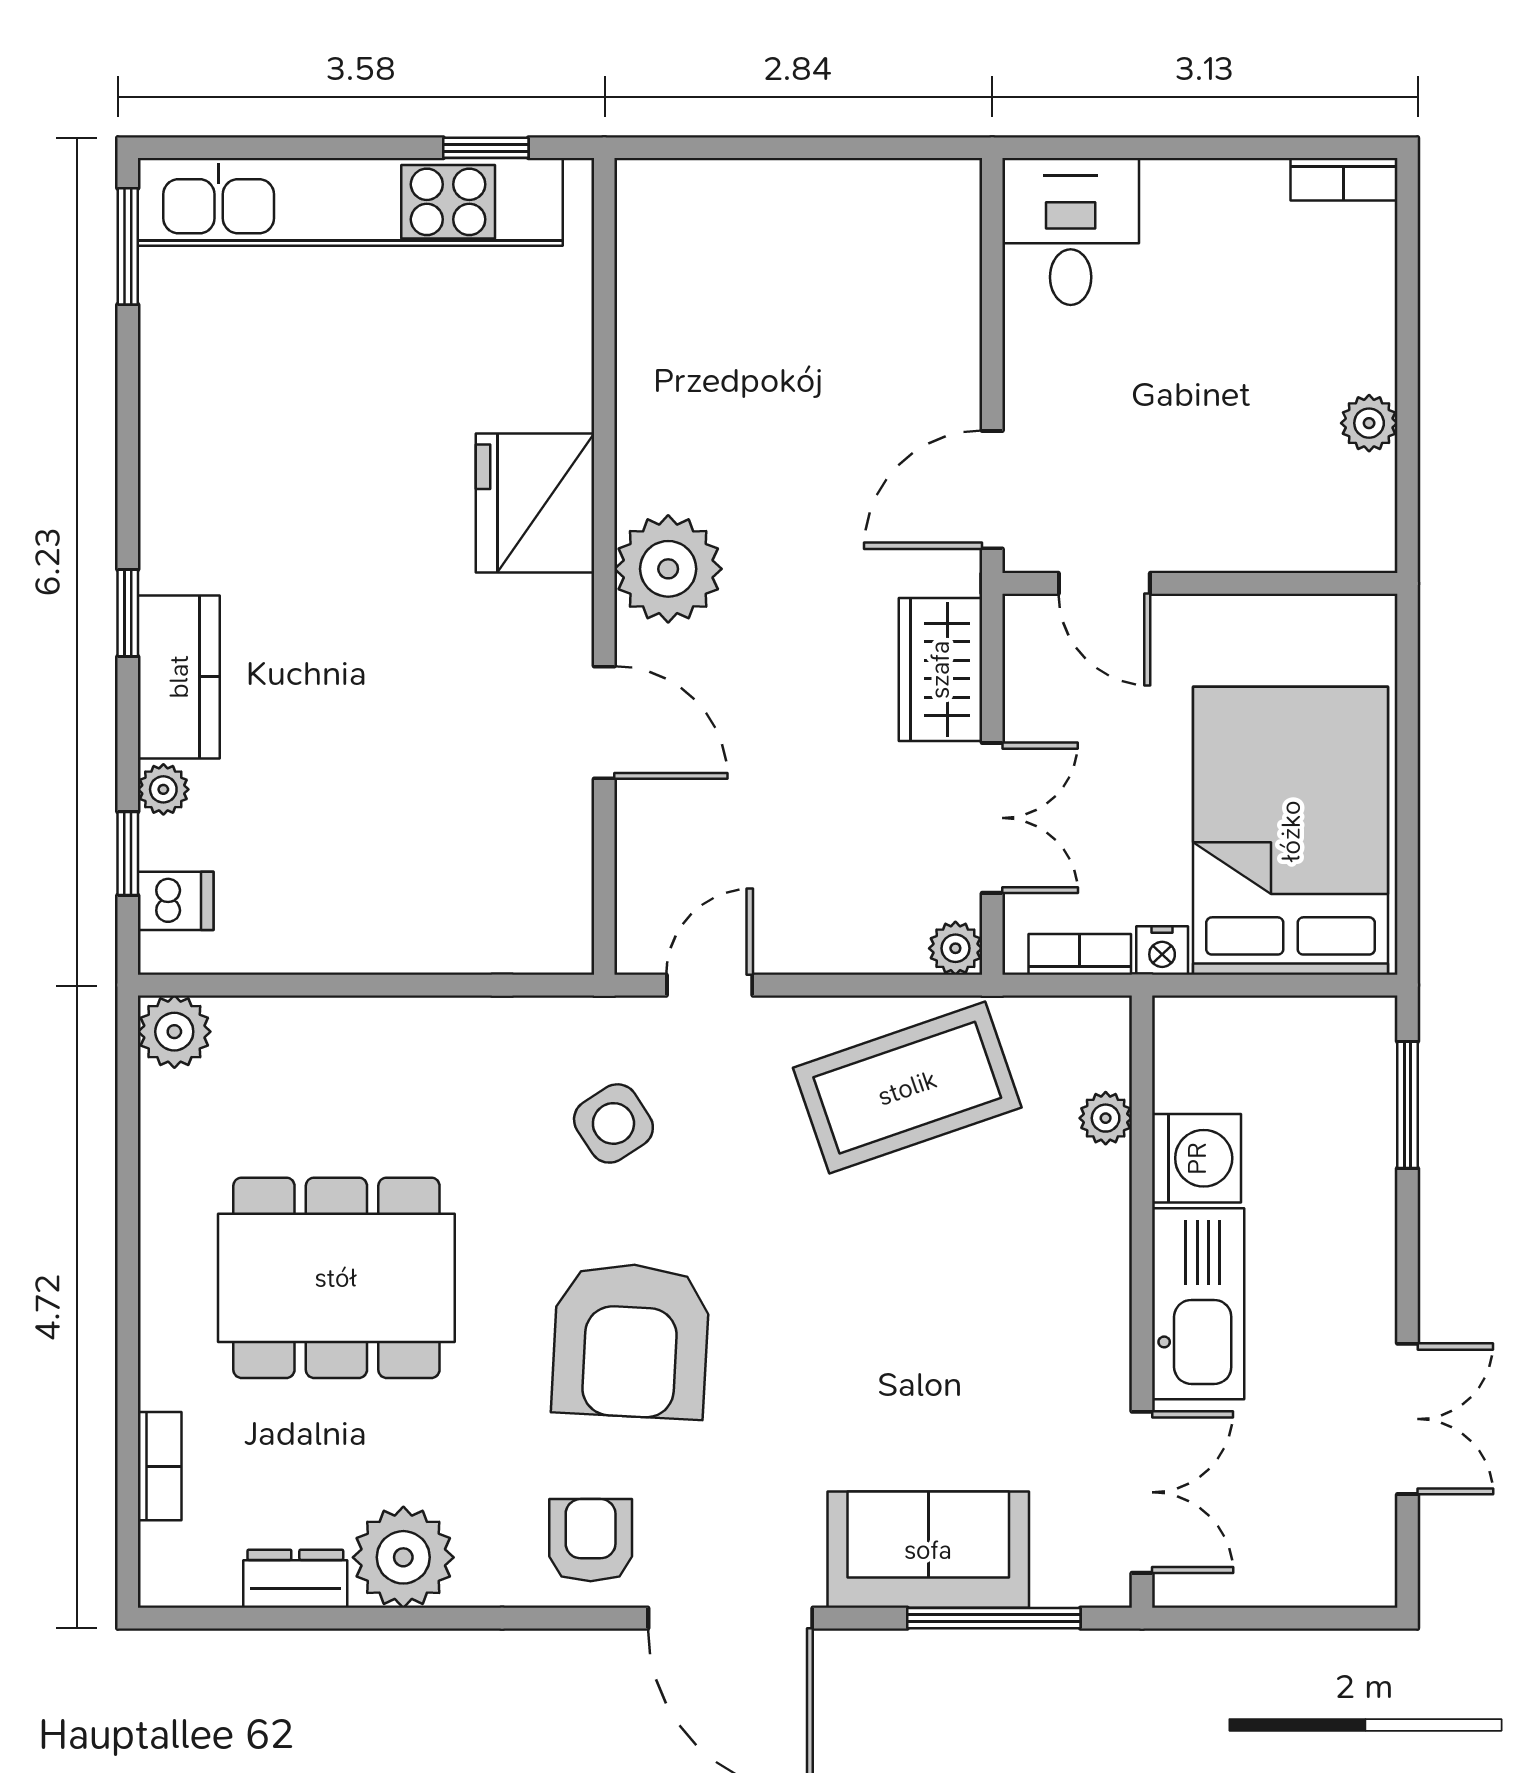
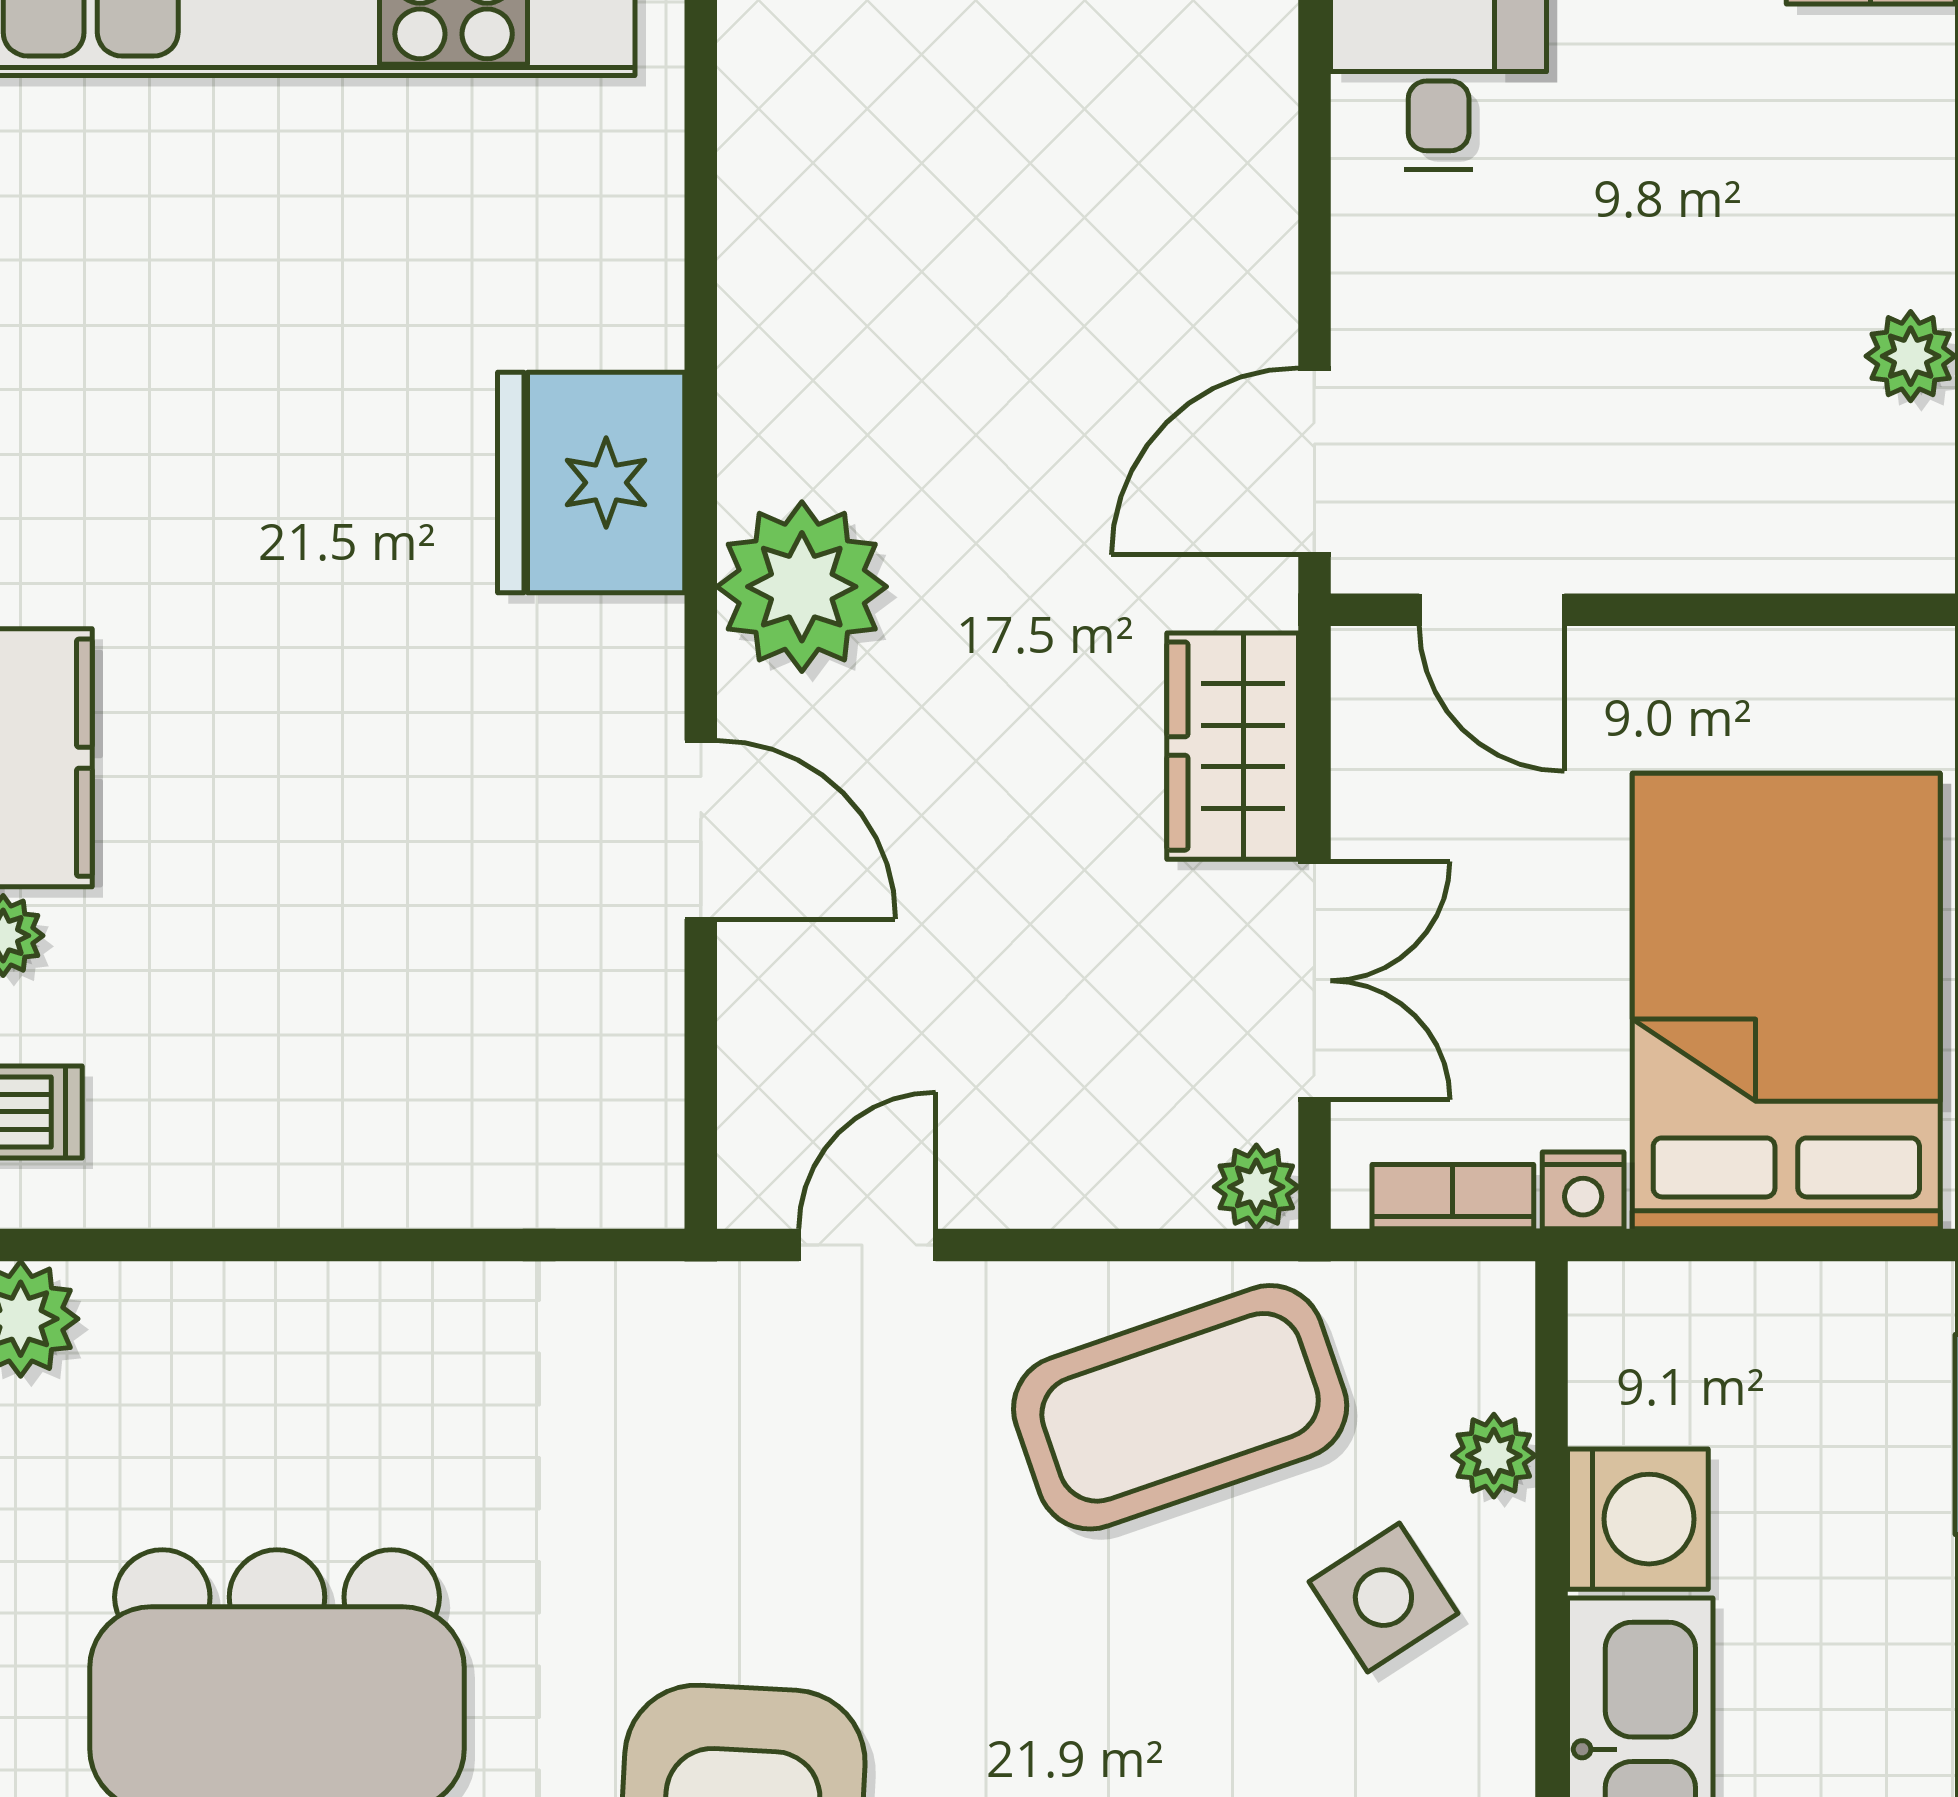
side table: (613, 1123) -> (1383, 1598), moved

